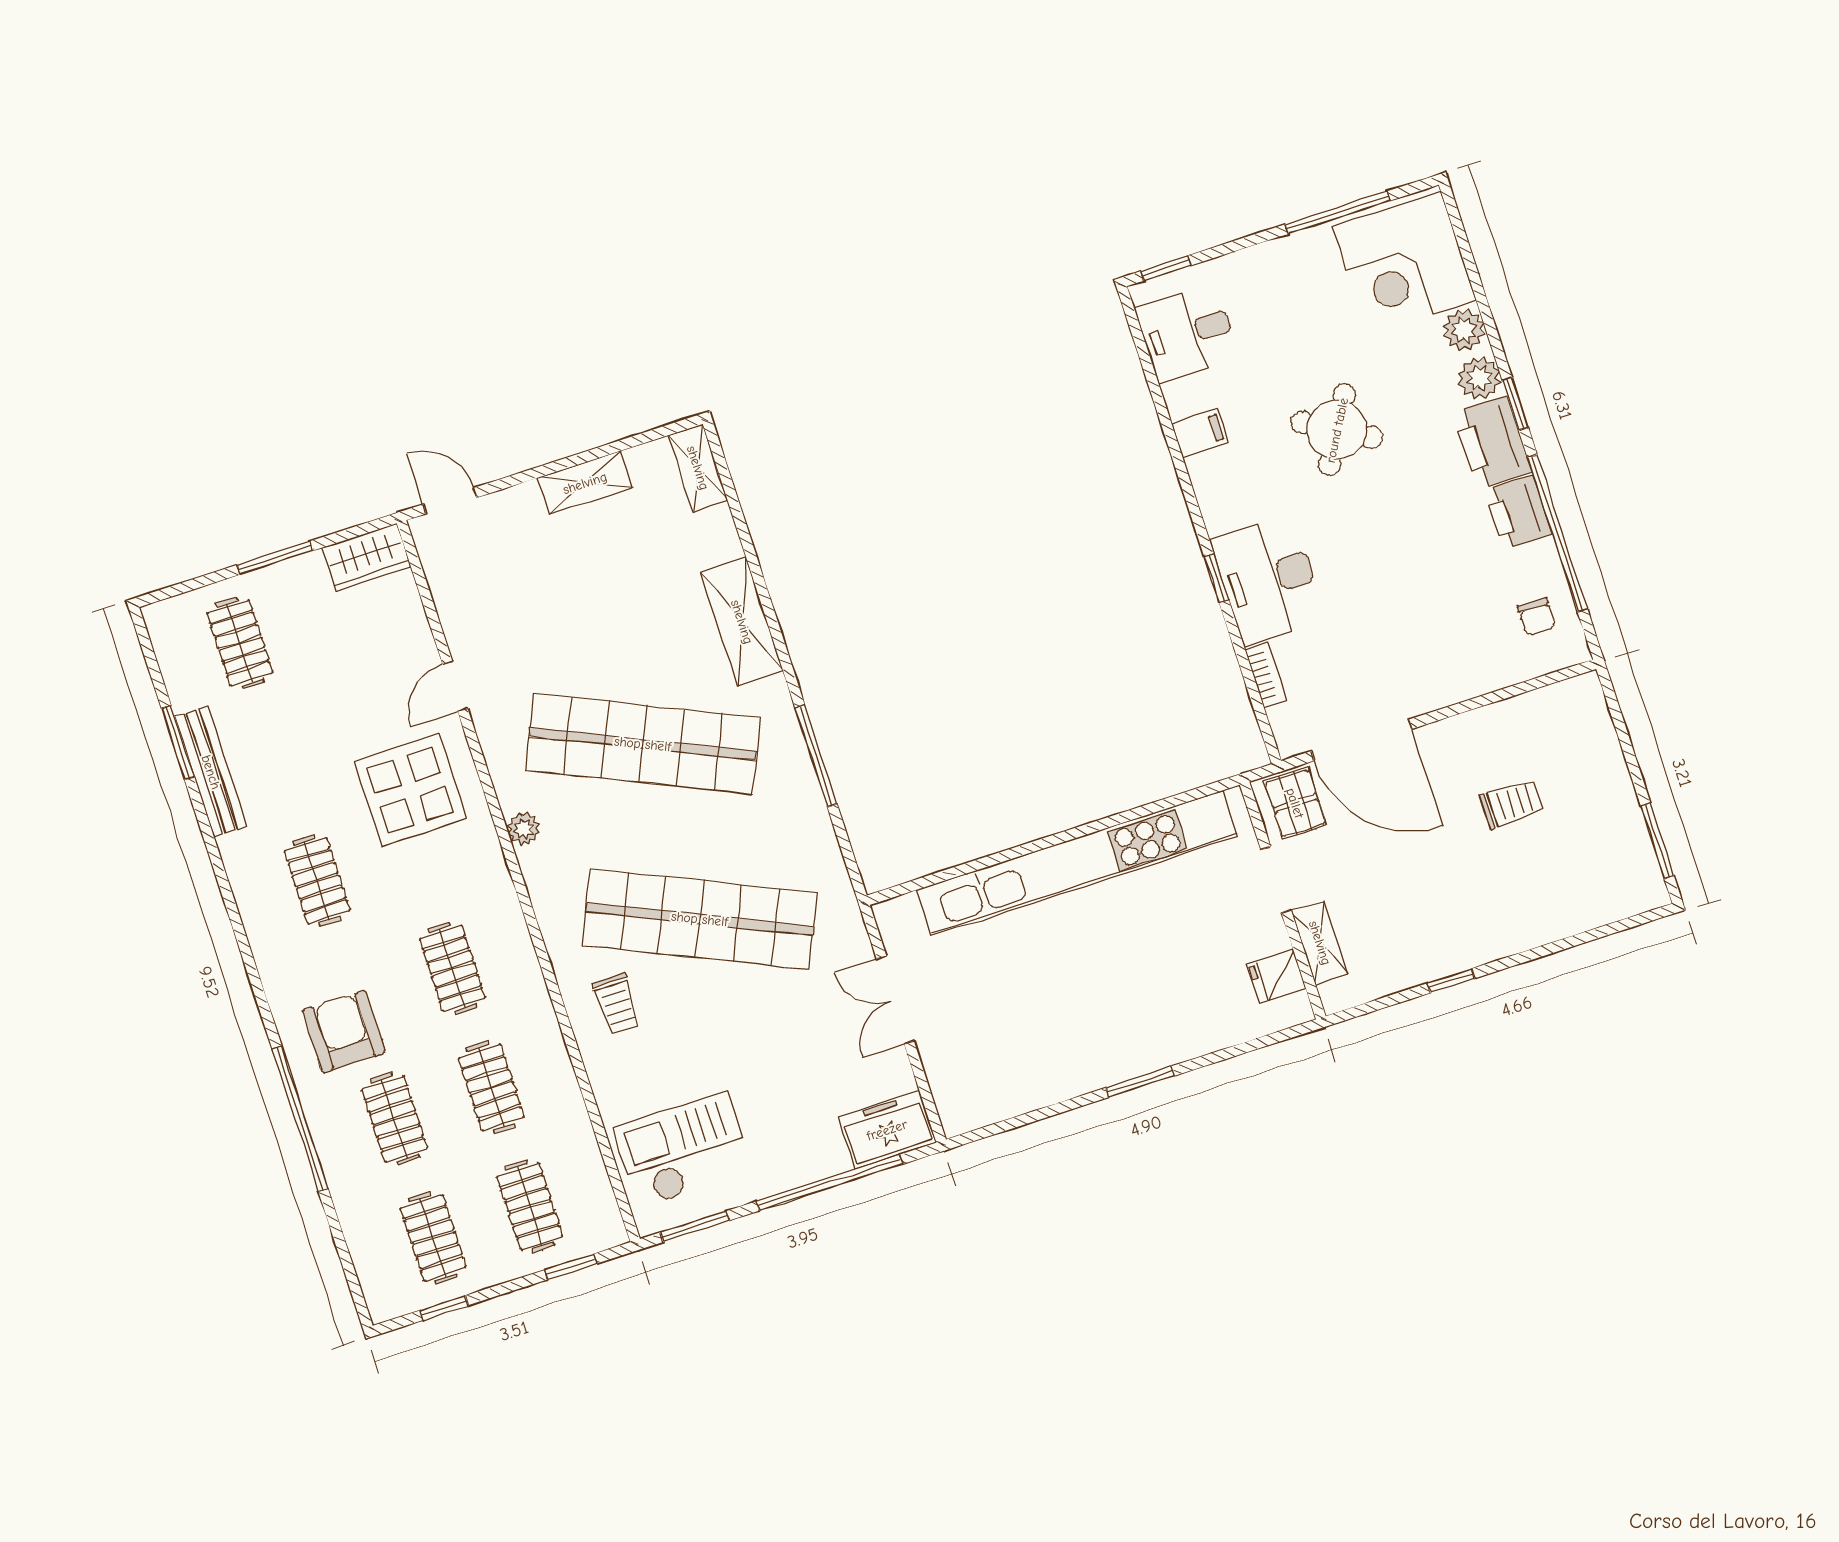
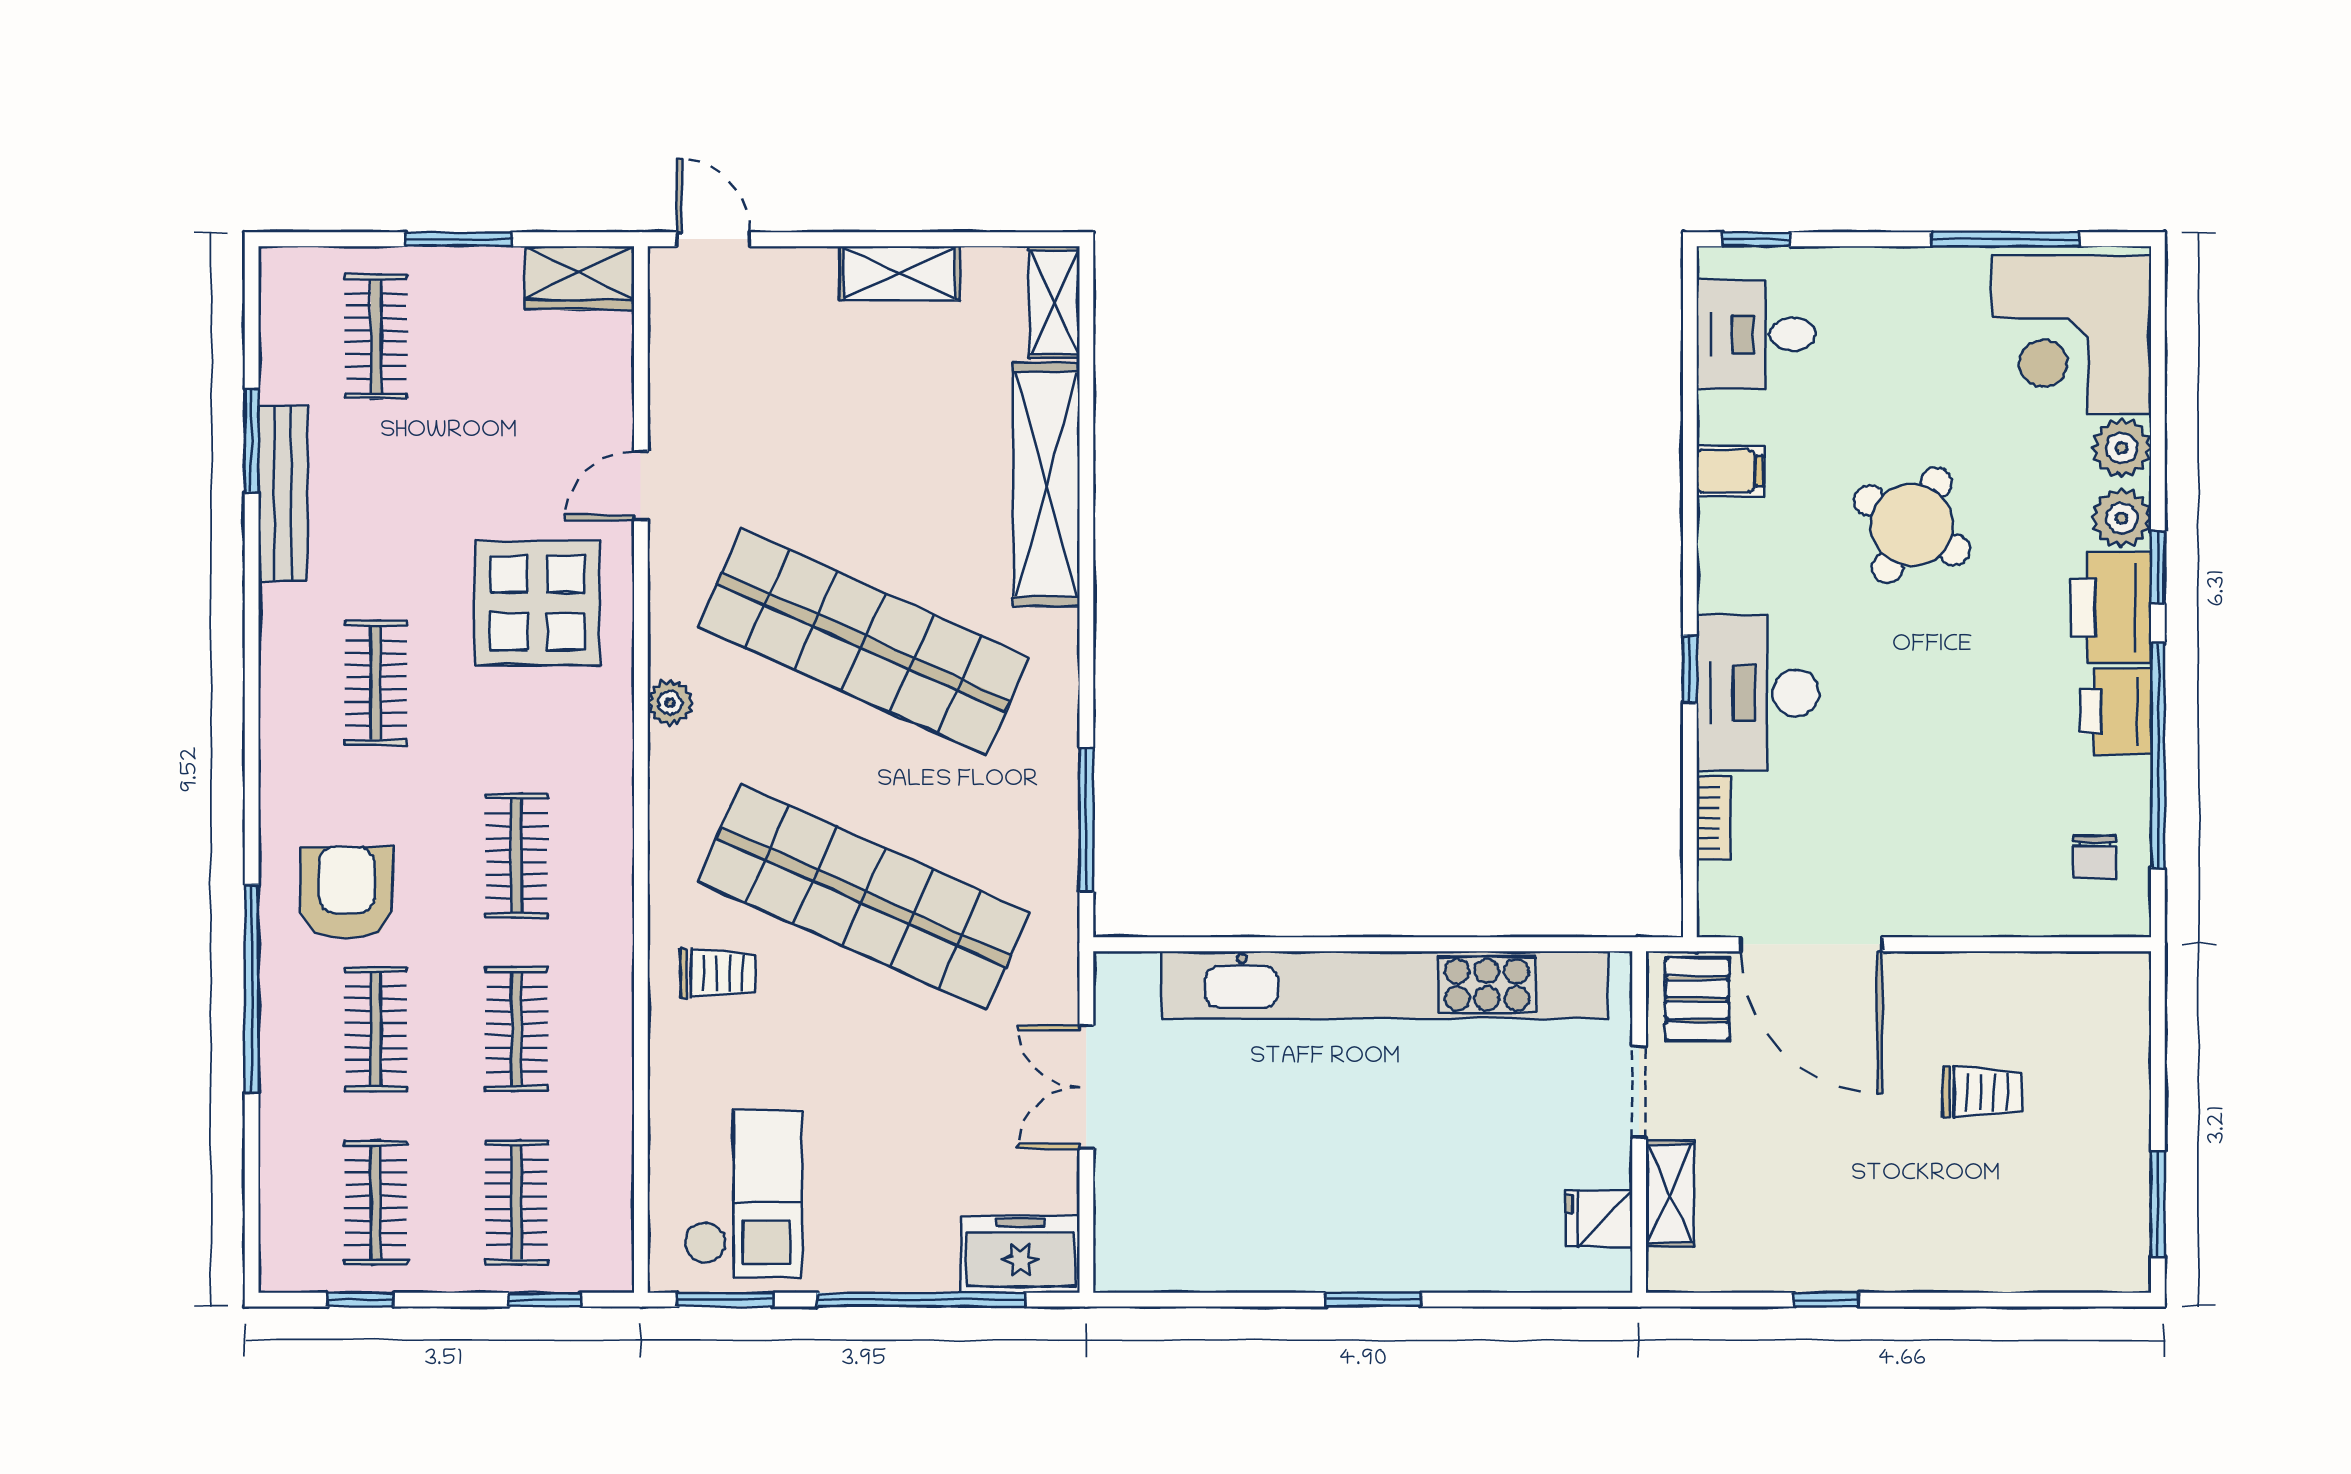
shelving: (742, 622) -> (1046, 484), width x1.47
window: (816, 756) -> (1086, 820), moved
trolley: (617, 1004) -> (718, 973), turned -90
checkout: (683, 1150) -> (743, 1194), turned 90

